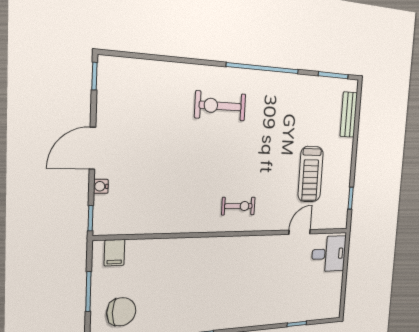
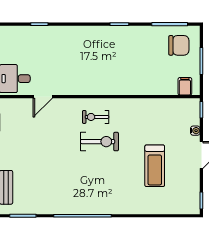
exercise bike: (220, 106) -> (99, 142), moved
treadmill: (311, 174) -> (155, 166), moved, turned 180
chair: (121, 312) -> (179, 45), turned 180

